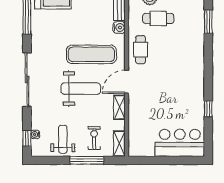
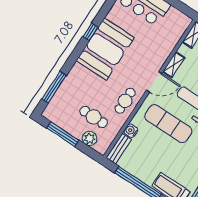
window: (208, 22) -> (54, 87), width x1.44
booth: (186, 82) -> (105, 49), added
window: (208, 109) -> (90, 32), moved

